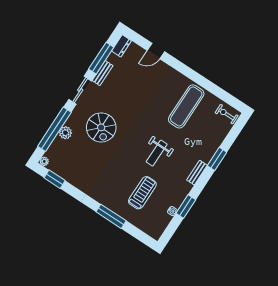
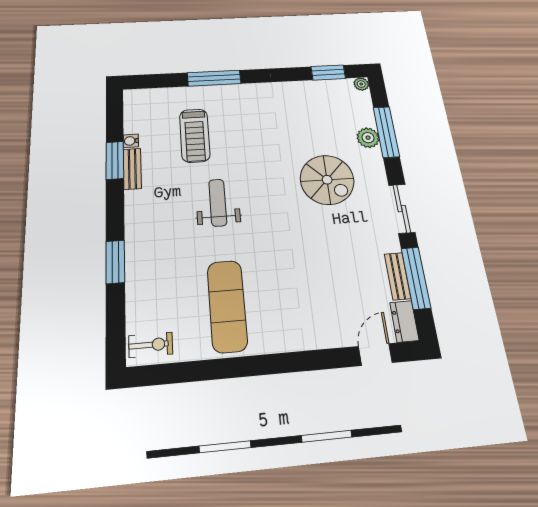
door: (156, 51) -> (375, 354), moved
bench: (102, 73) -> (398, 276), moved
spiral stairs: (101, 127) -> (327, 180), turned 180
window: (54, 129) -> (386, 132), width x0.68
bench: (197, 173) -> (132, 169), moved

